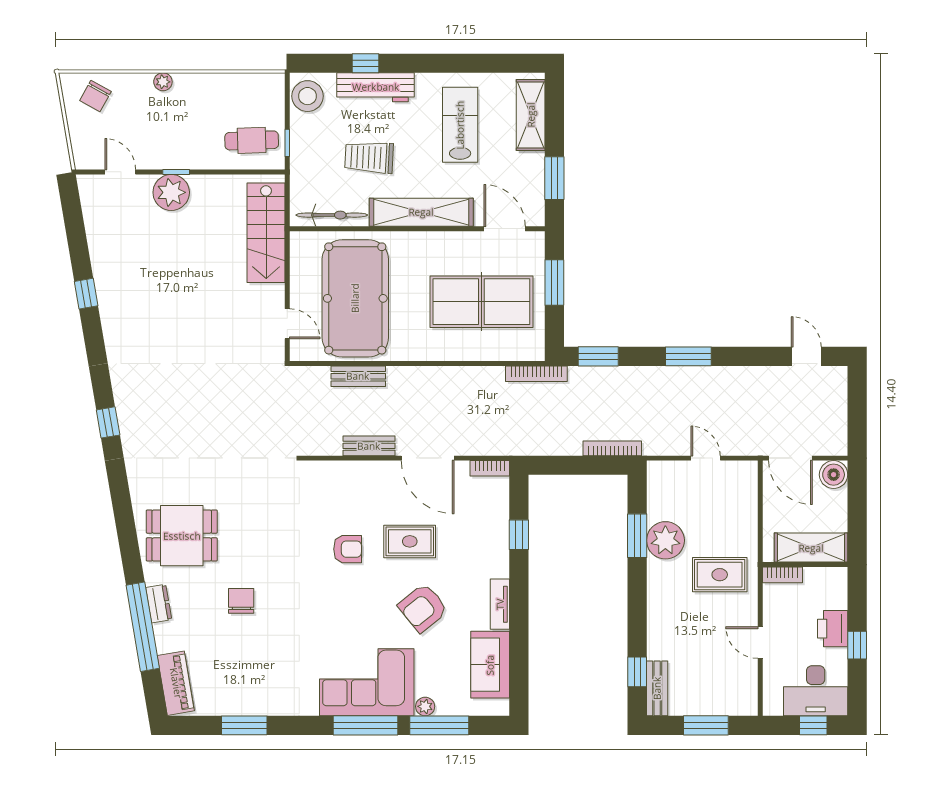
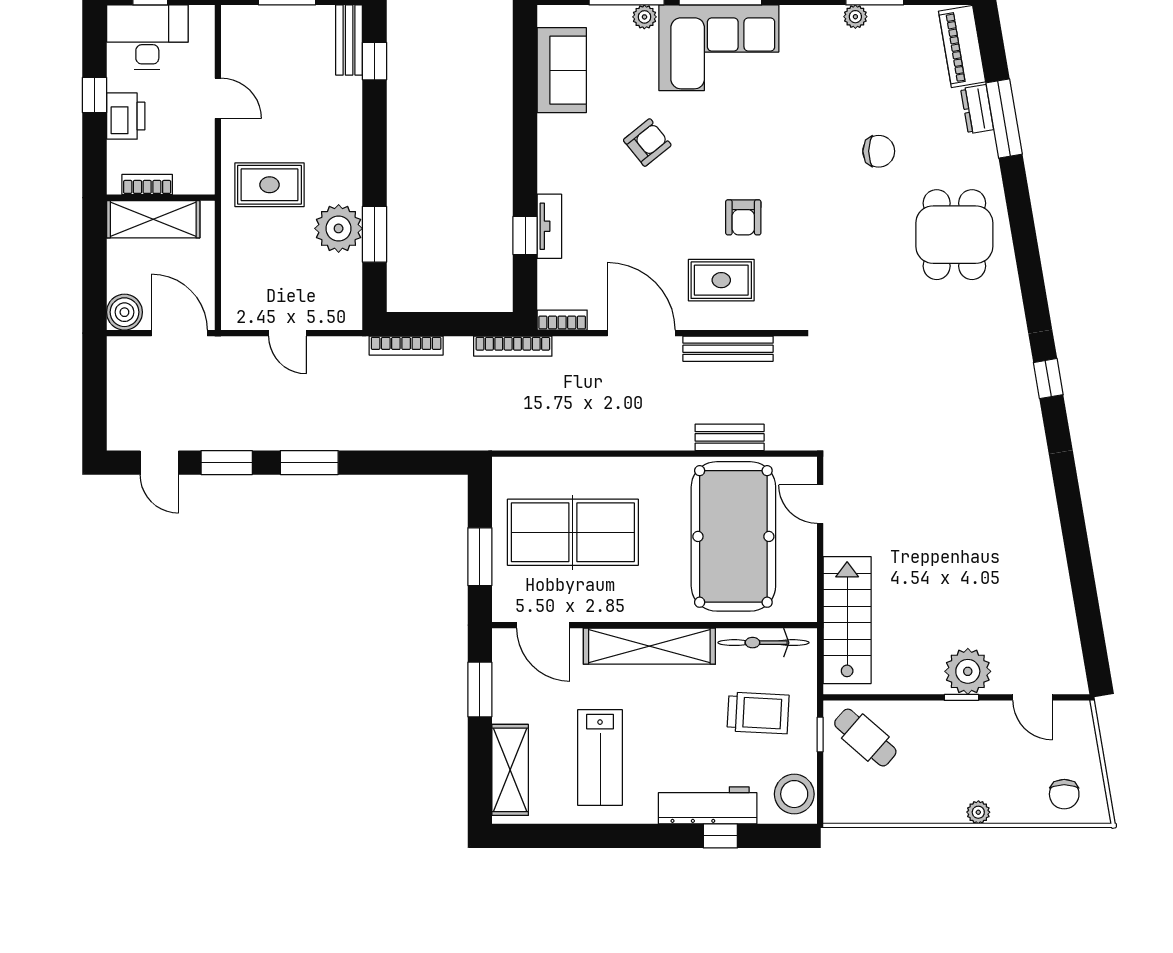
chair: (95, 96) -> (1064, 794), turned 151
cafe table: (252, 140) -> (865, 738), turned 43
trolley: (369, 157) -> (758, 713), moved
window: (86, 294) -> (1076, 543), removed
window: (598, 356) -> (227, 463), moved
bookcase: (536, 374) -> (513, 346), moved, turned 180
bench: (369, 446) -> (728, 349), width x1.36
dining table: (182, 536) -> (954, 235), turned 90
rug: (410, 541) -> (721, 280), moved
armchair: (348, 549) -> (743, 217), turned -90
bookcase: (782, 575) -> (147, 184), moved
chair: (241, 601) -> (879, 151), turned -90
dresser: (159, 604) -> (977, 109), moved
tv unit: (500, 604) -> (549, 226), moved
armchair: (423, 608) -> (647, 143), width x0.72, depth x0.72
window: (143, 627) -> (1004, 119), width x0.68
plant: (259, 707) -> (855, 17), added

